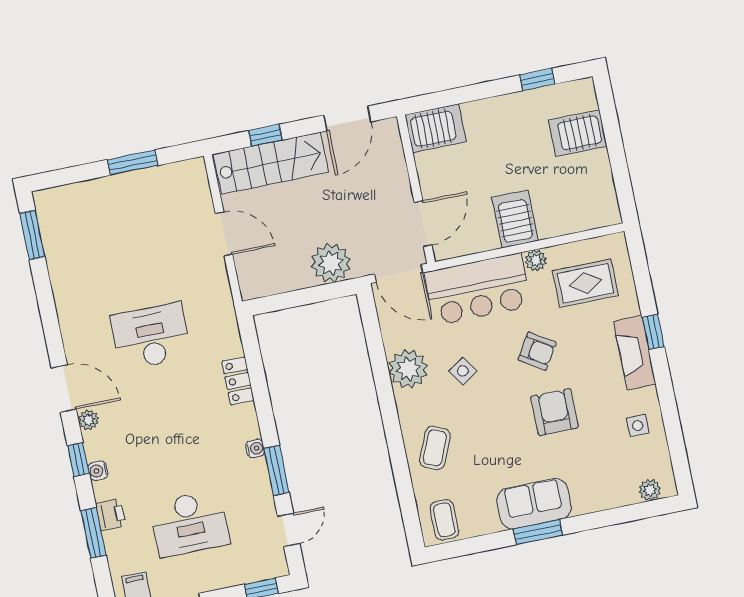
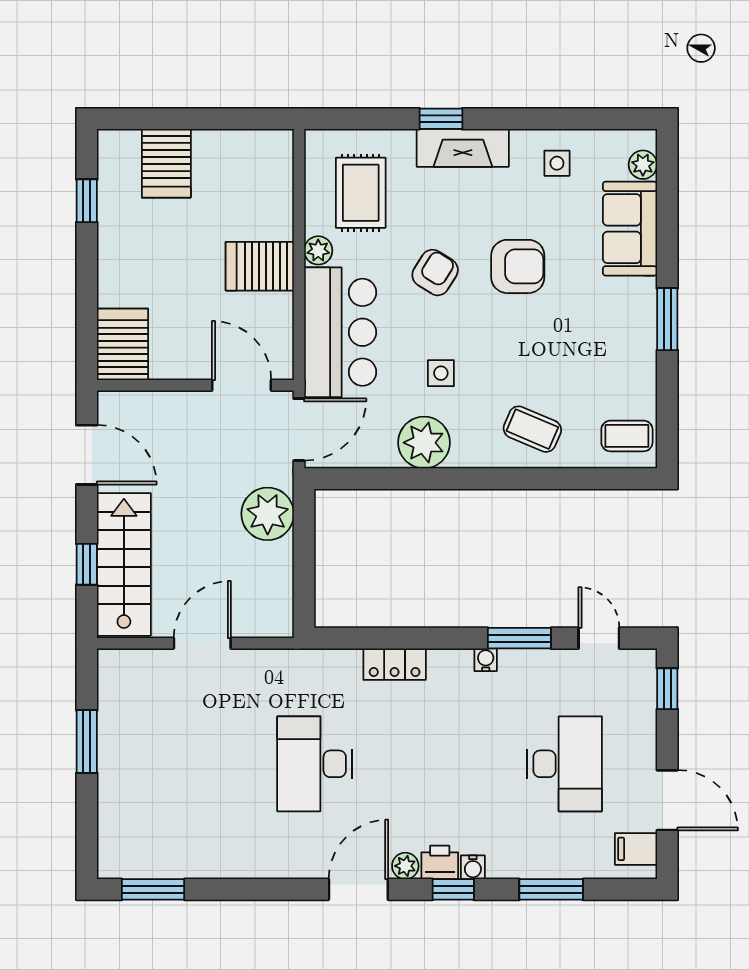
side table: (463, 371) -> (441, 373), turned 34
armchair: (554, 412) -> (518, 266), turned 180
sofa: (534, 504) -> (630, 229), moved
printer: (111, 515) -> (440, 862), moved

